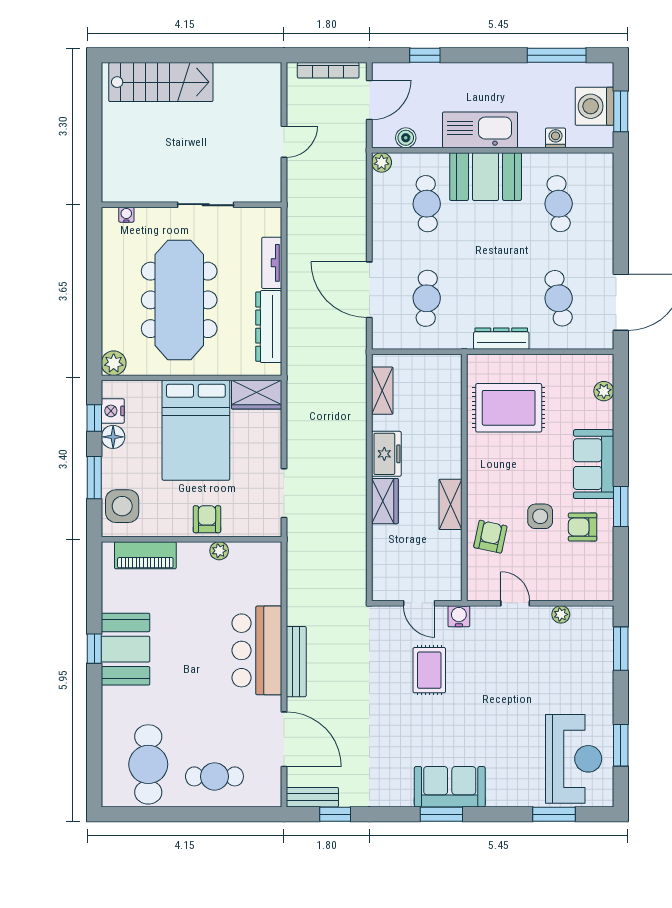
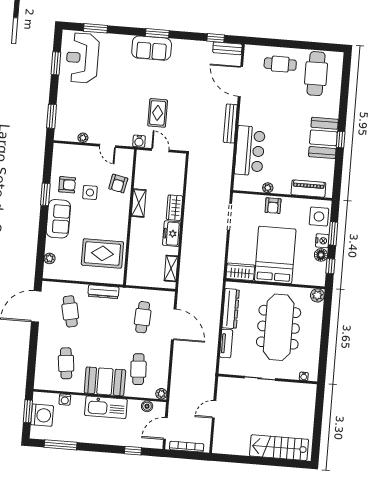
nightstand: (113, 411) -> (322, 241), moved
bar counter: (257, 650) -> (250, 151), moved

